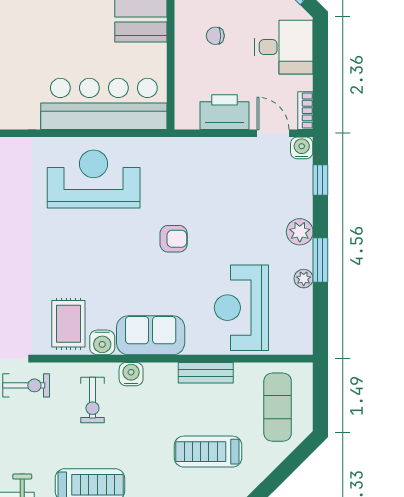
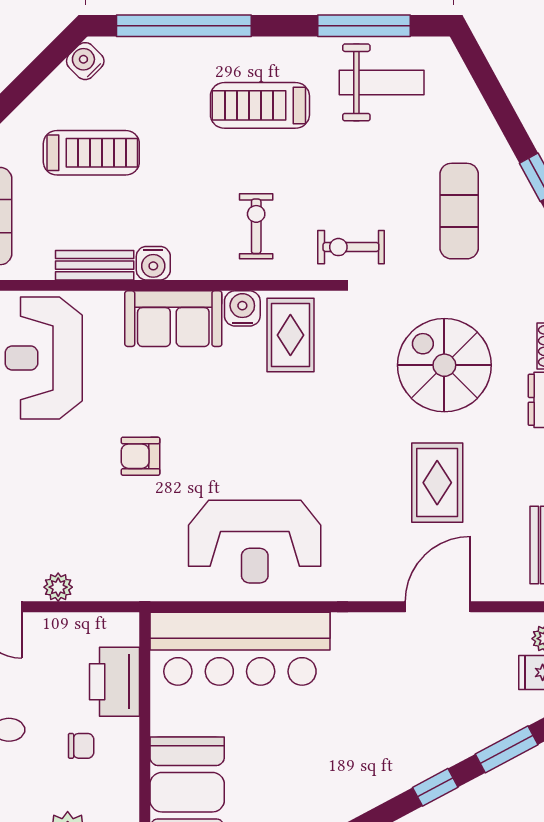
printer: (224, 112) -> (114, 682), moved, turned 90
plant: (231, 147) -> (58, 587), added
reception desk: (241, 308) -> (44, 358), turned 180
water cooler: (131, 374) -> (153, 263), moved

